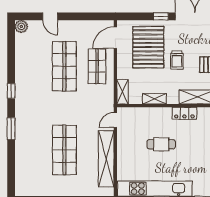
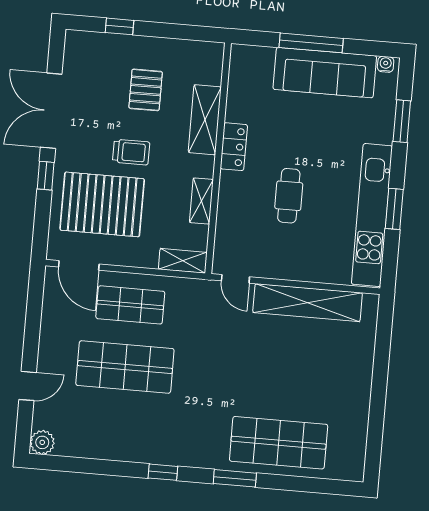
shop shelf: (64, 150) -> (279, 443), moved

